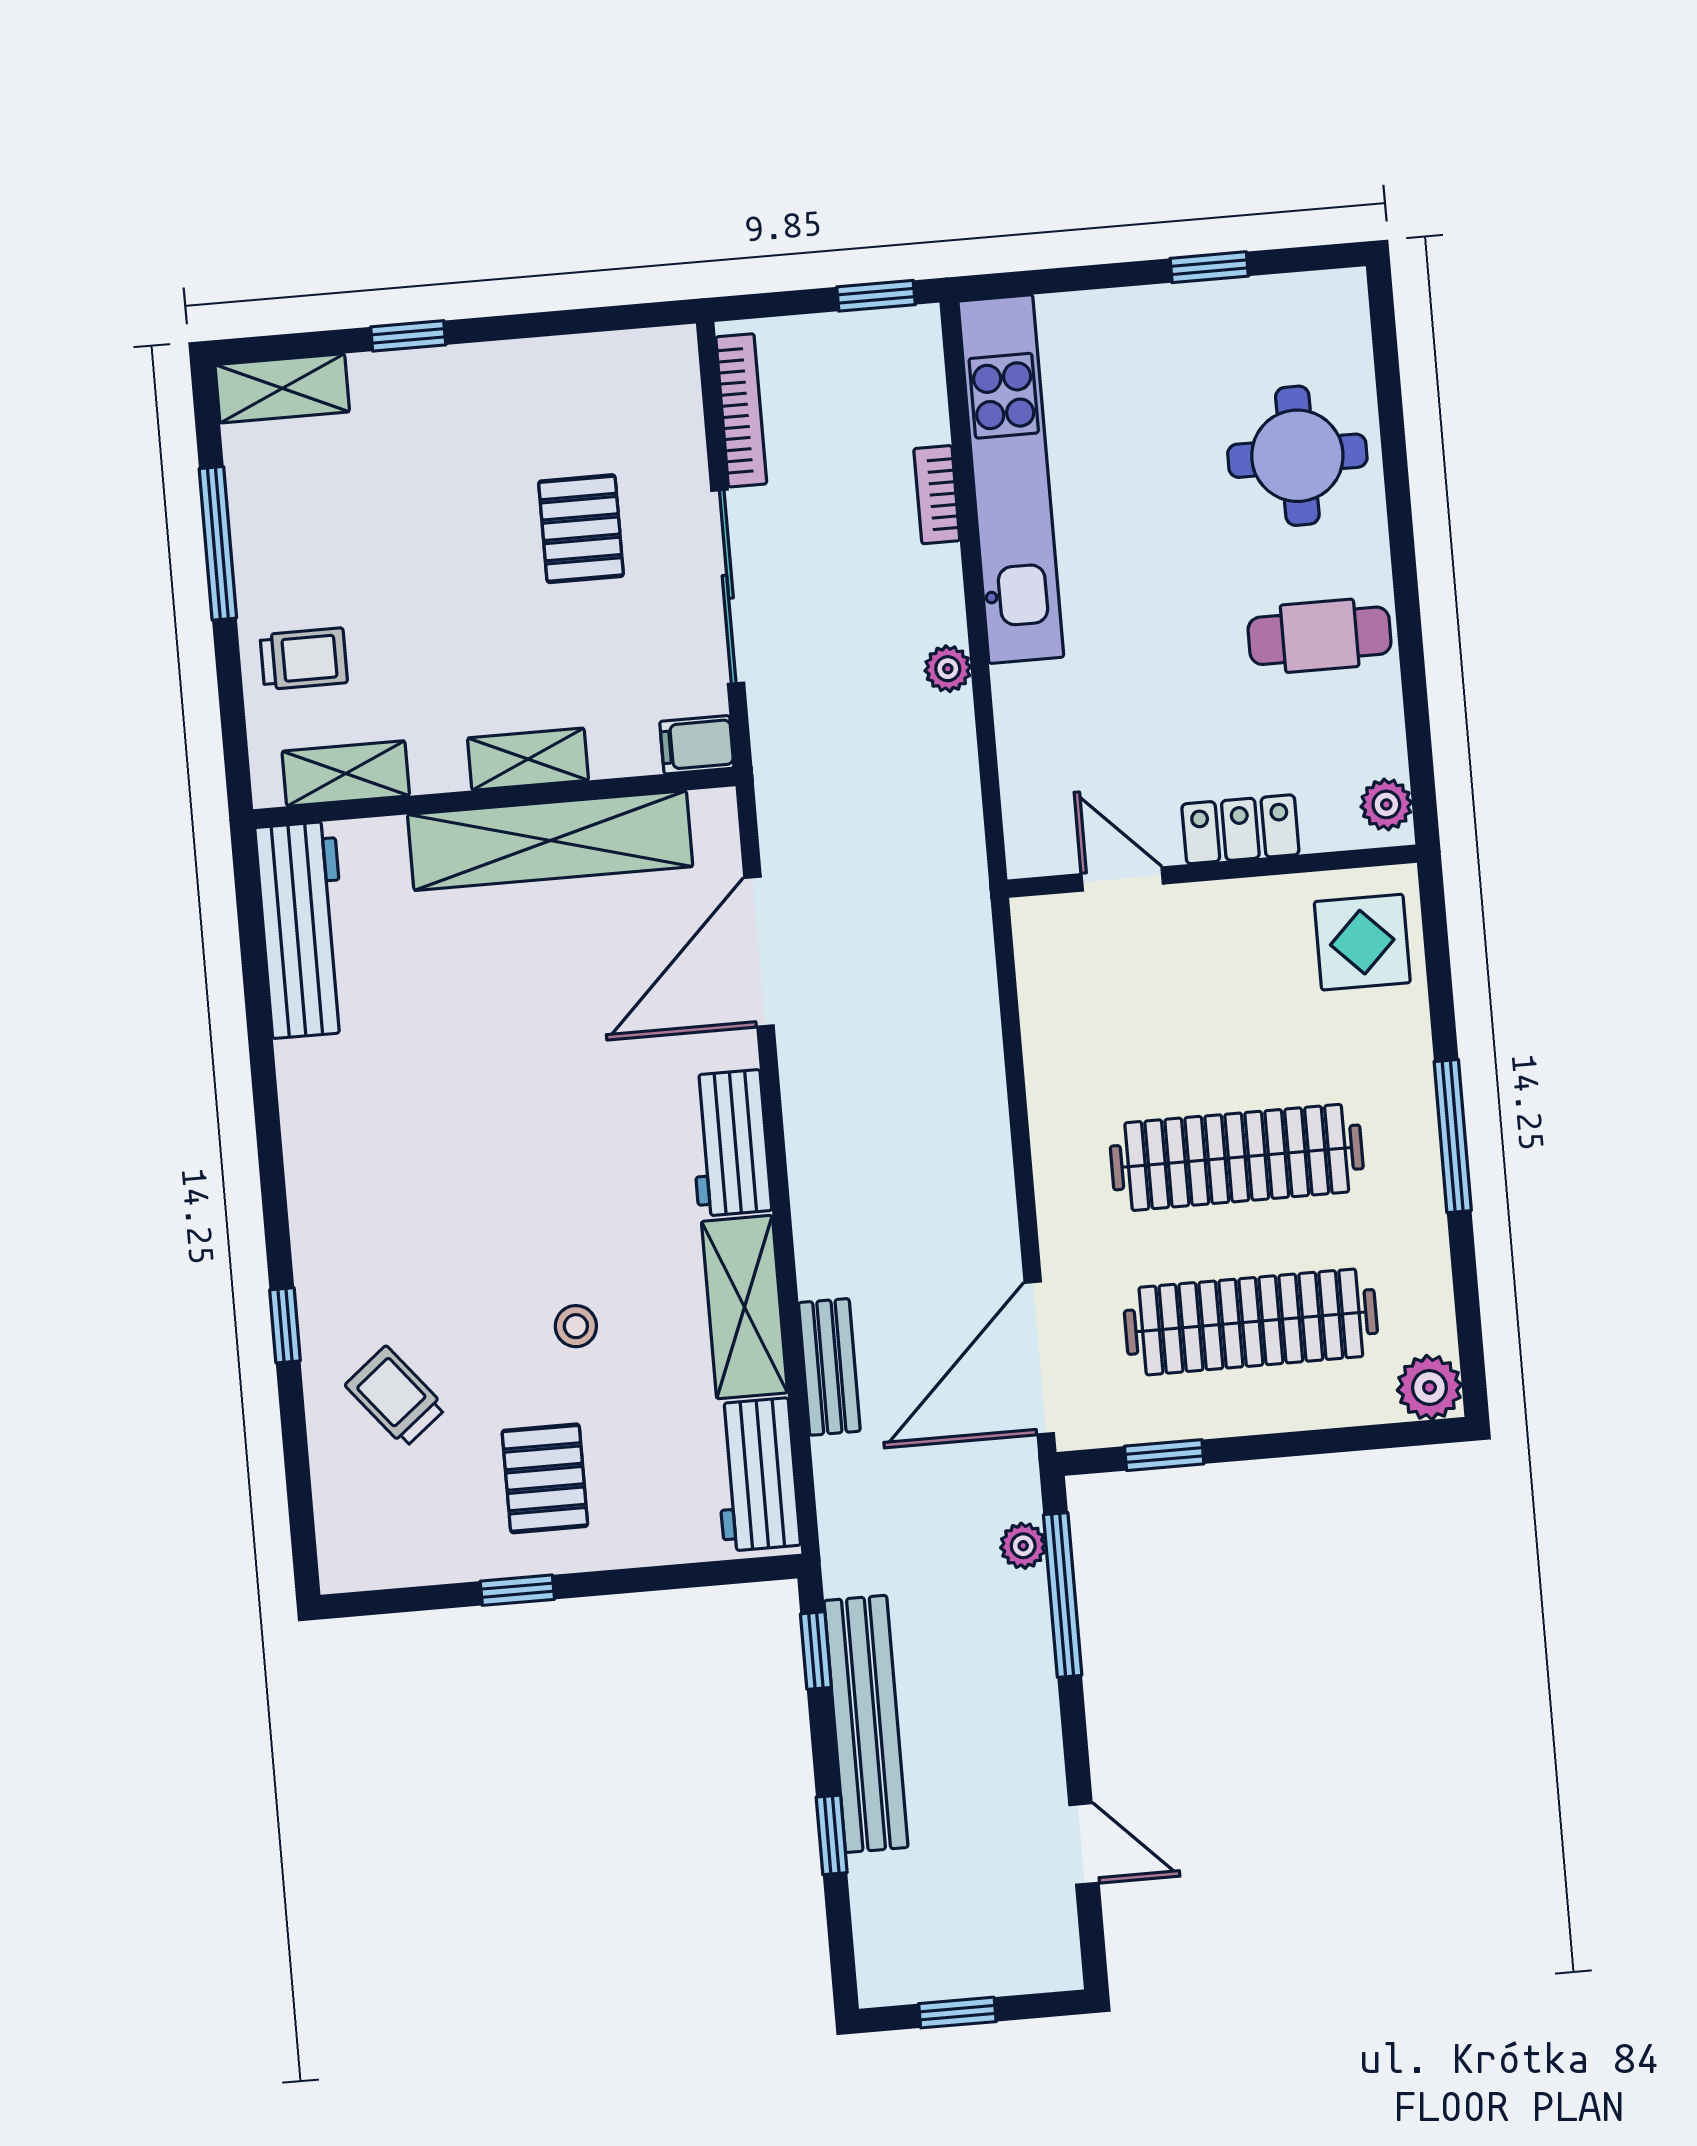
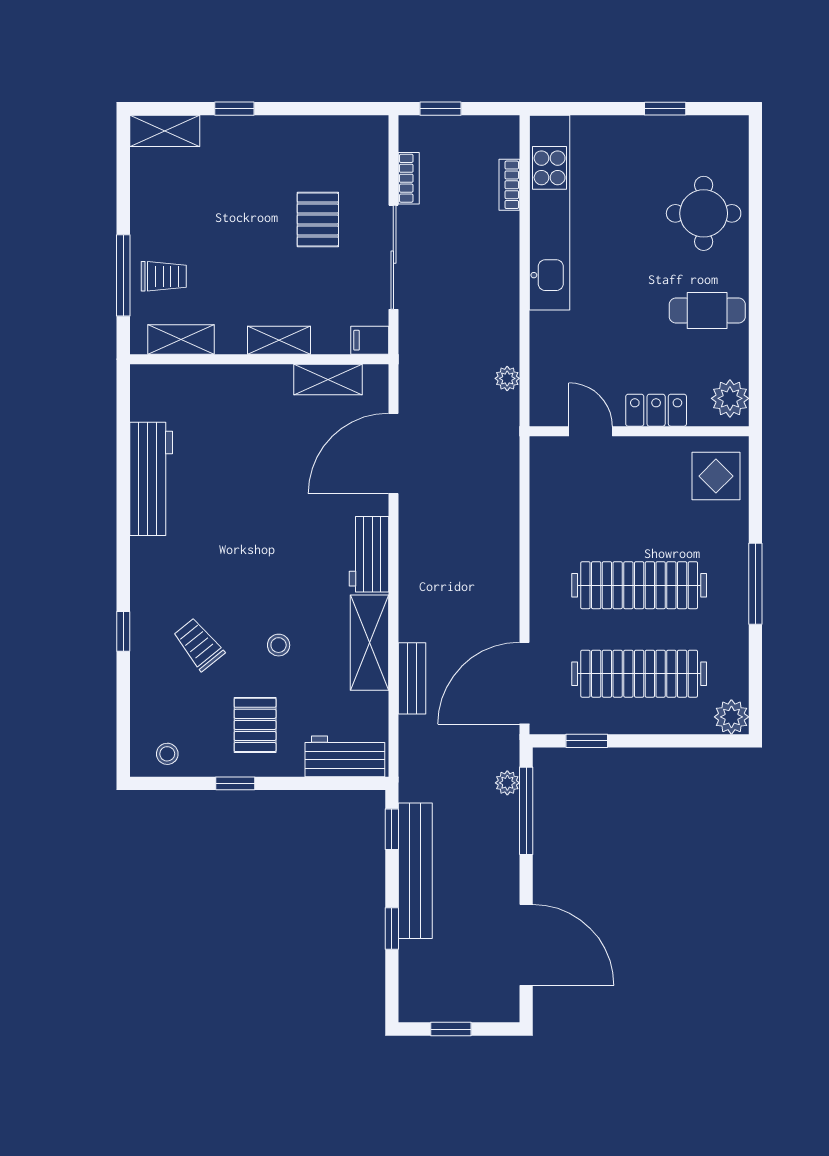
window: (876, 296) -> (440, 109), moved
bookcase: (741, 410) -> (409, 178), width x0.64
bookcase: (937, 495) -> (509, 185), moved
window: (218, 543) -> (123, 275), moved
plant: (948, 669) -> (507, 378), moved
plant: (1386, 804) -> (730, 398), width x1.38, depth x1.38
shelving: (550, 841) -> (328, 379), width x0.45, depth x0.75
workbench: (303, 930) -> (151, 479), moved
trolley: (396, 1397) -> (199, 644), moved
workbench: (756, 1475) -> (345, 756), moved, turned 90
stool: (386, 1546) -> (167, 754), added
door: (1084, 1844) -> (526, 945), width x1.87

